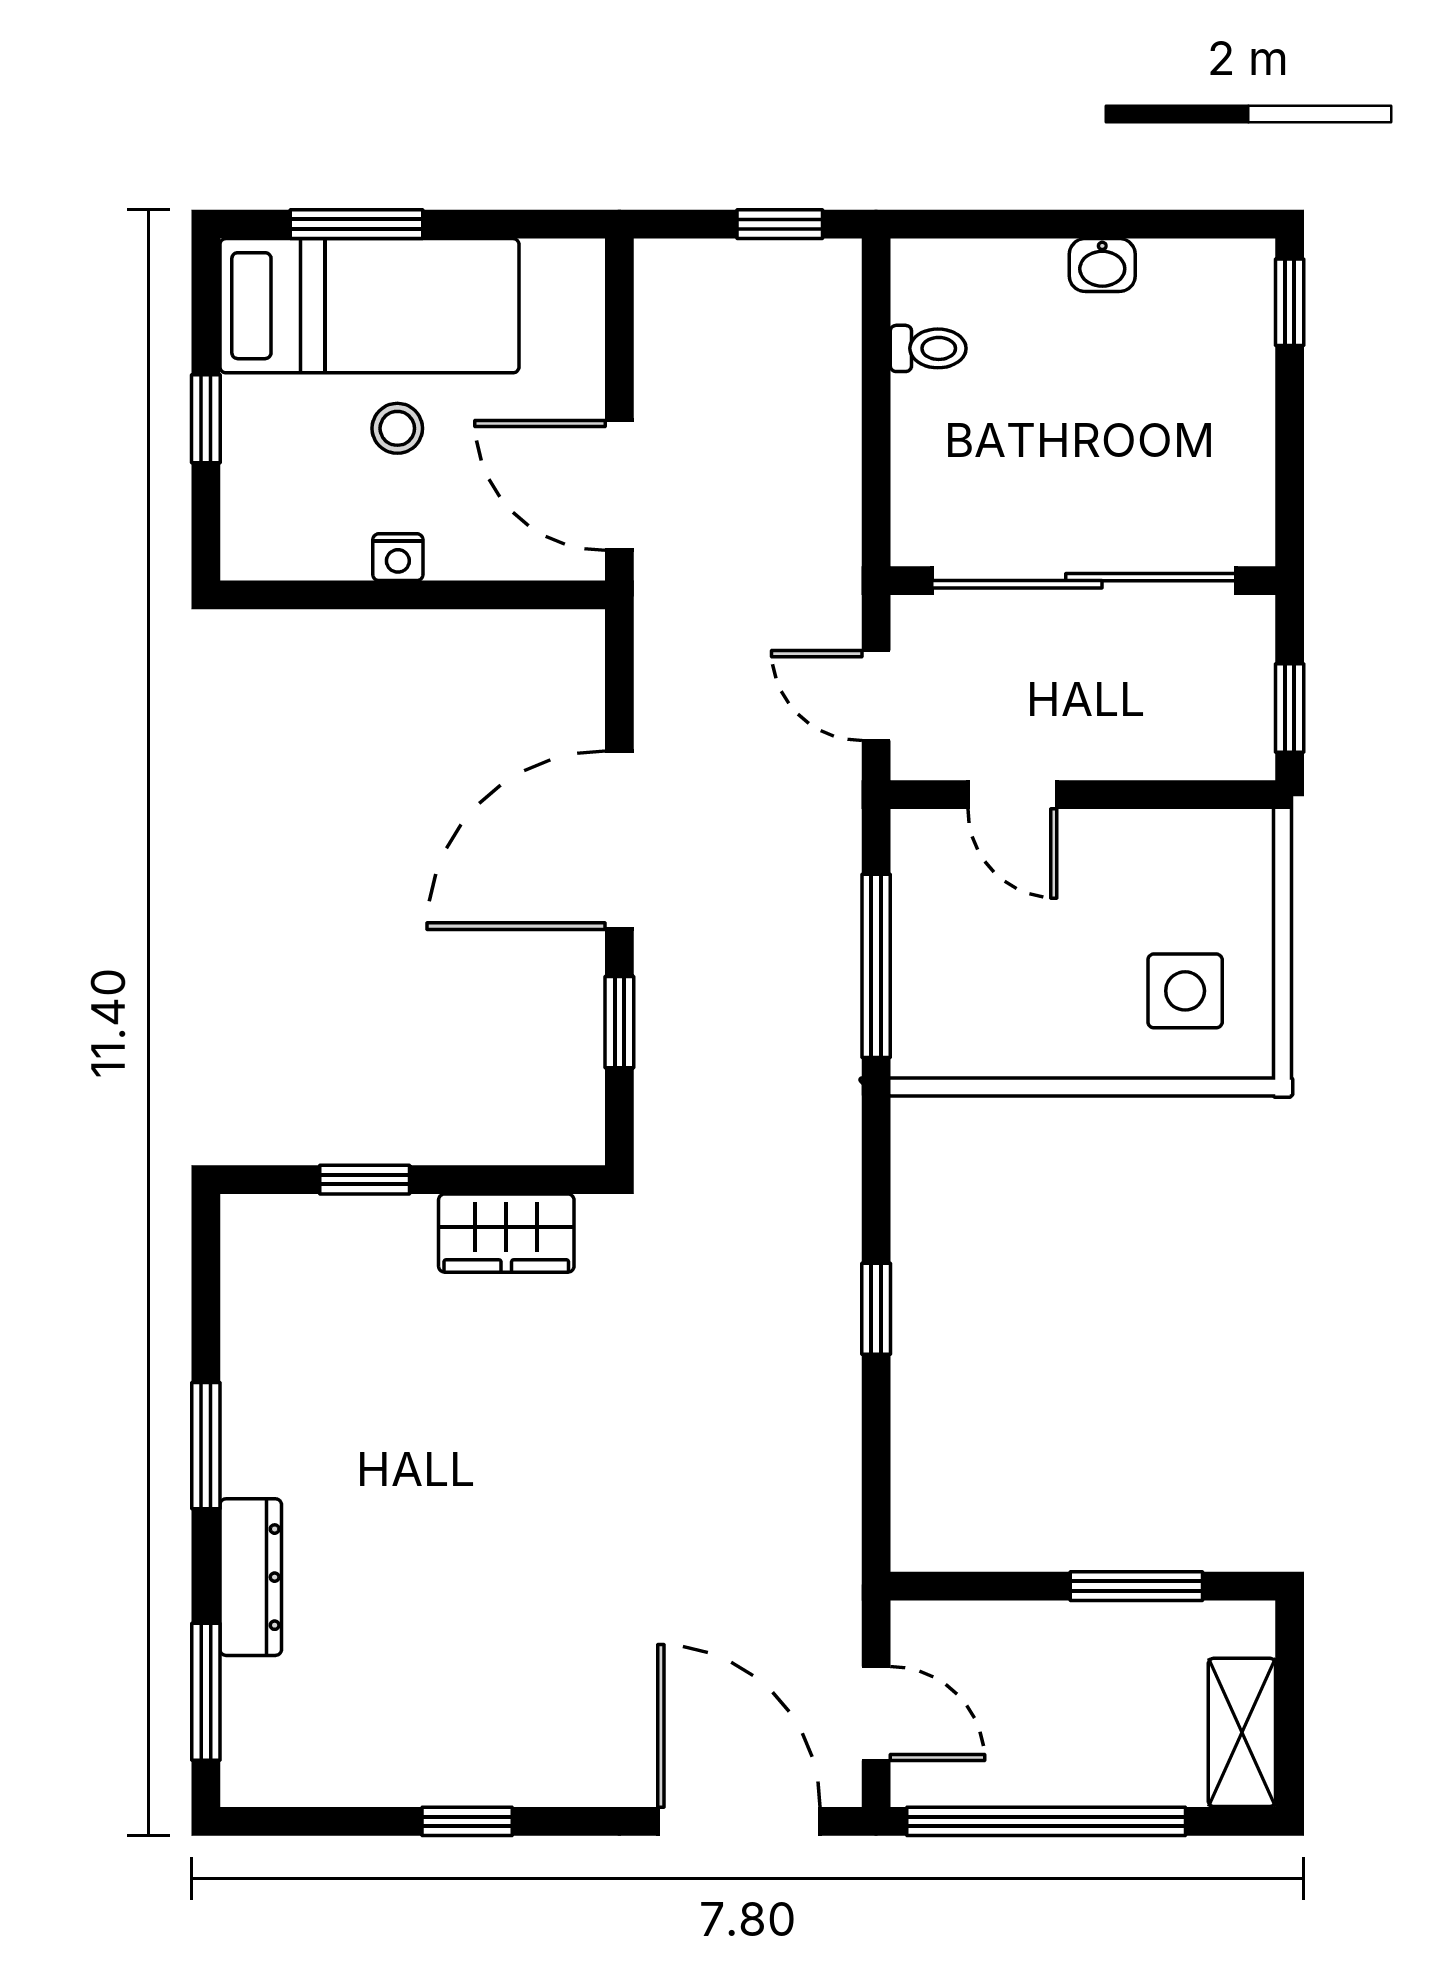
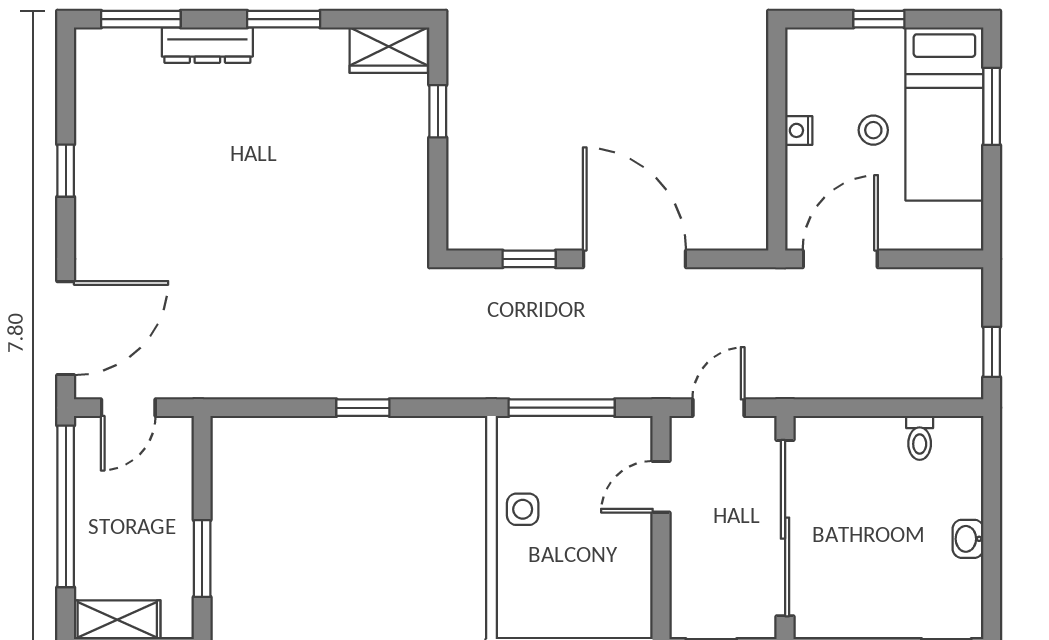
side table: (1185, 991) -> (523, 509), moved, width x0.73, depth x0.73
wardrobe: (506, 1233) -> (389, 50), moved, turned -90

